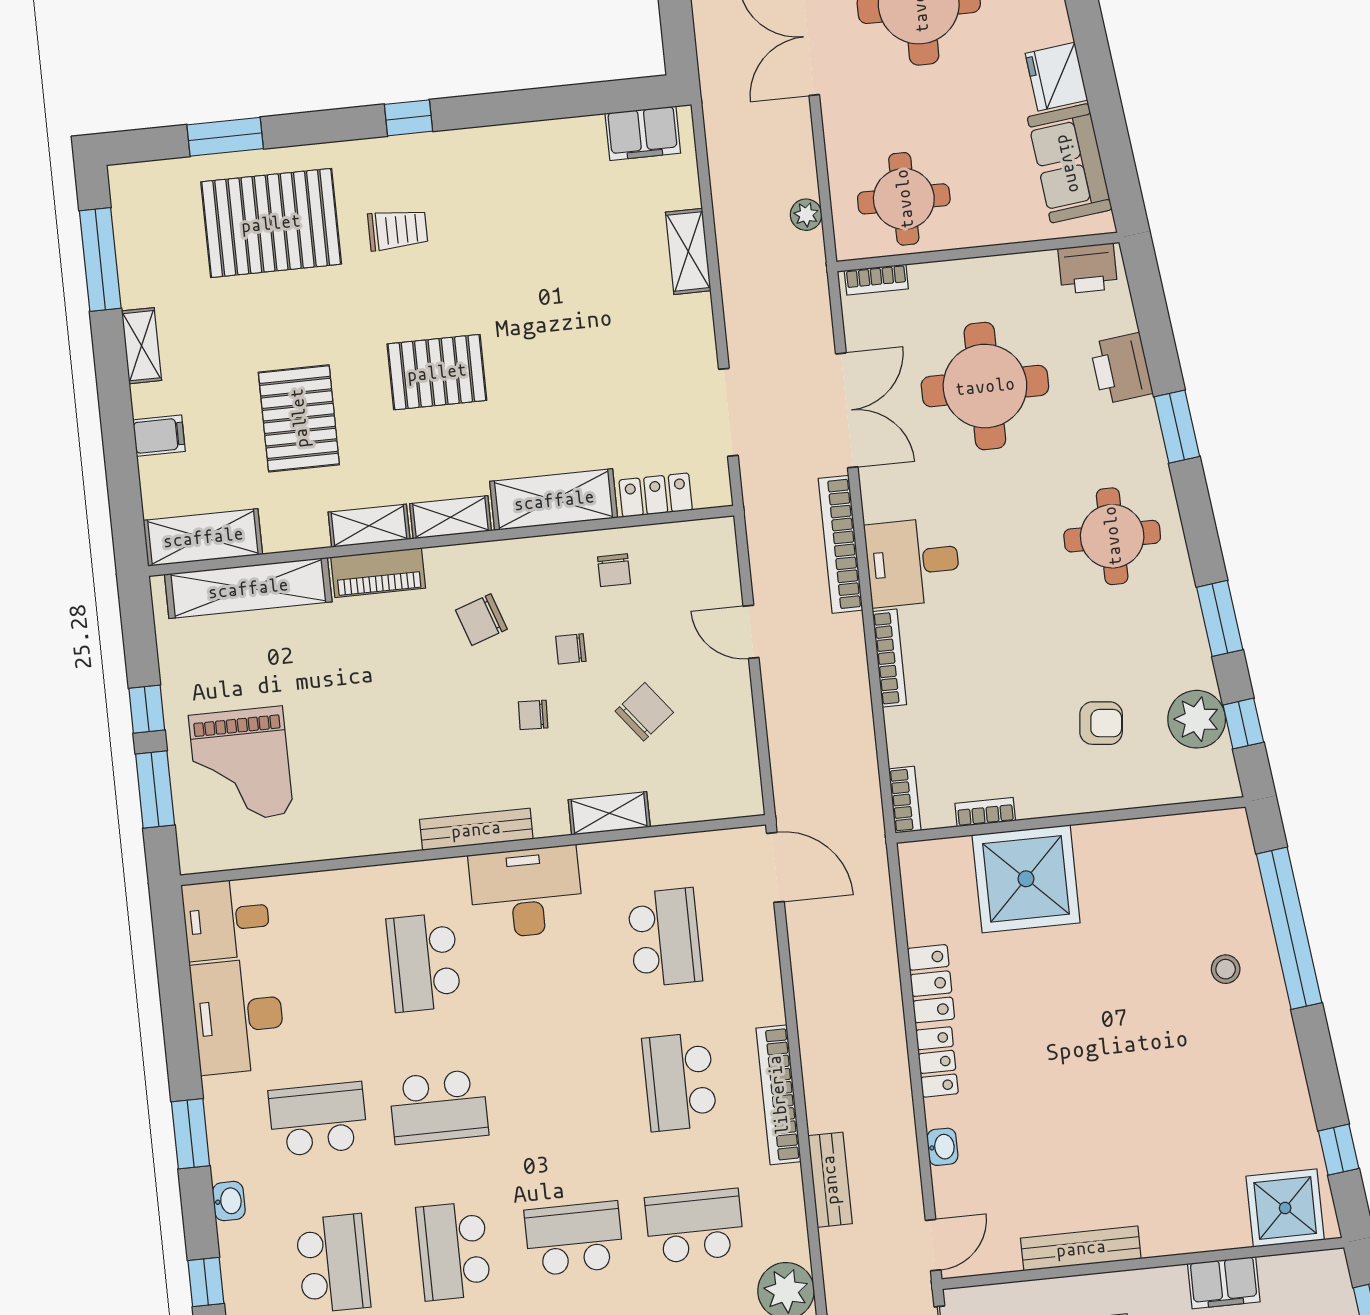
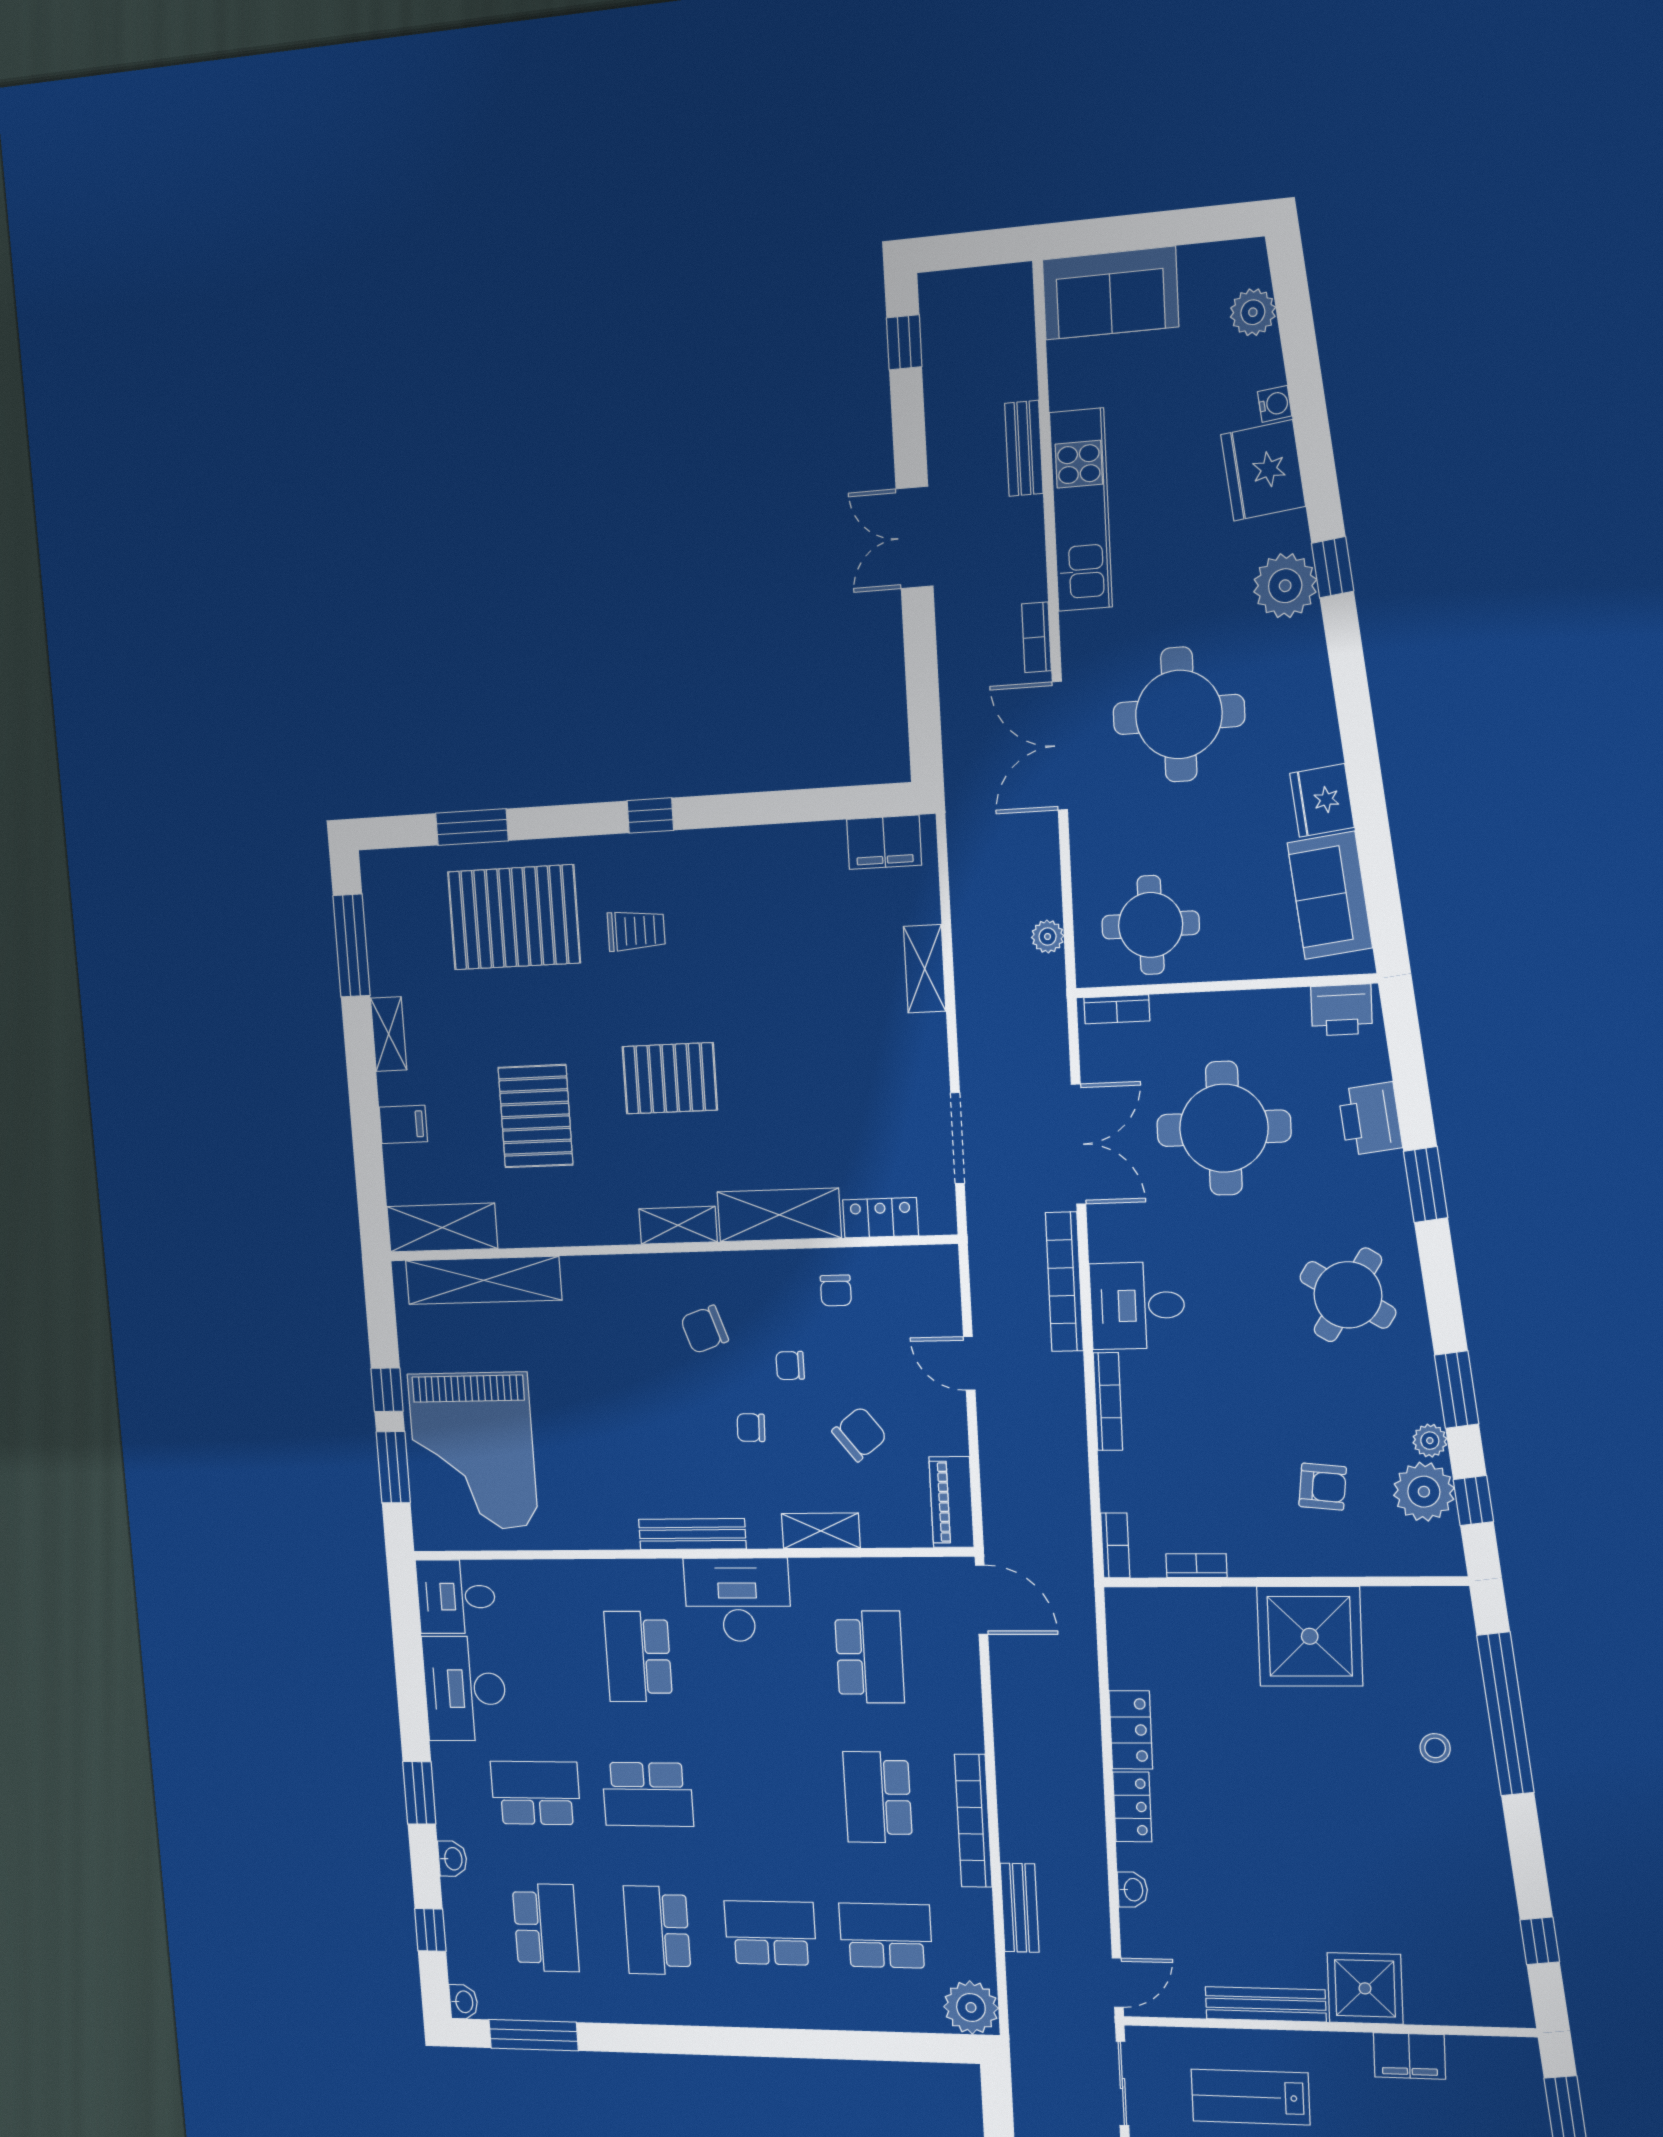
shelving: (369, 526) -> (599, 1228), removed
round table: (1112, 536) -> (1348, 1295), turned 32
piano: (378, 573) -> (951, 1502), moved, turned 90
plant: (1199, 669) -> (1430, 1441), added
grand piano: (241, 765) -> (473, 1451), width x1.37, depth x1.48
shower: (1026, 879) -> (1310, 1636), moved
shower: (1285, 1208) -> (1365, 1988), moved

